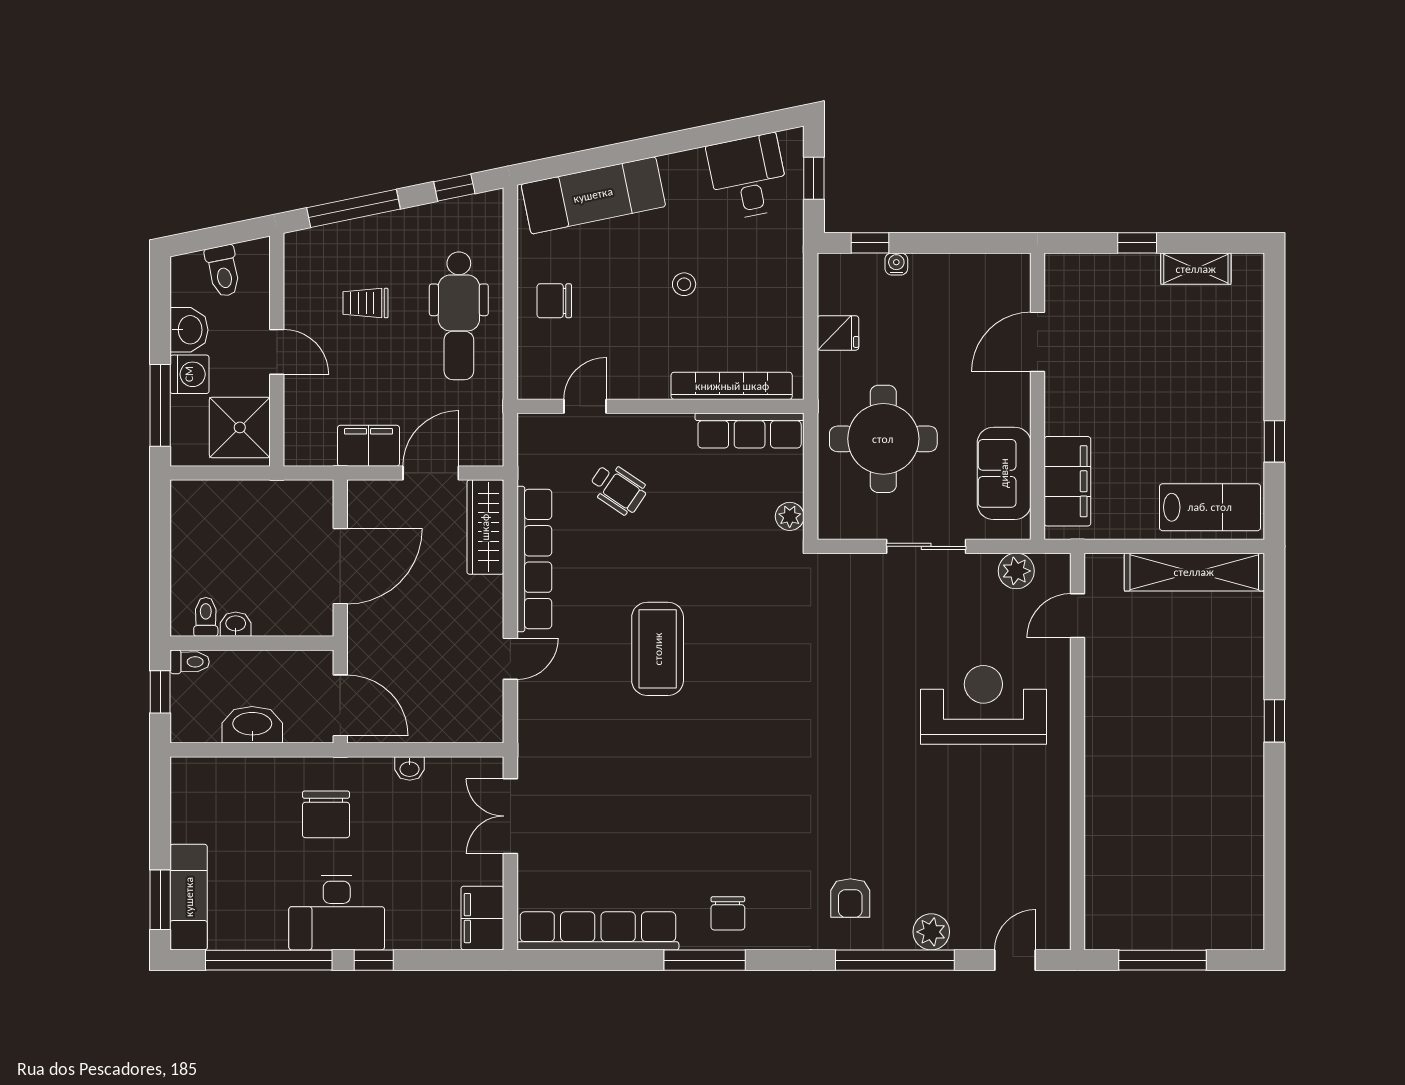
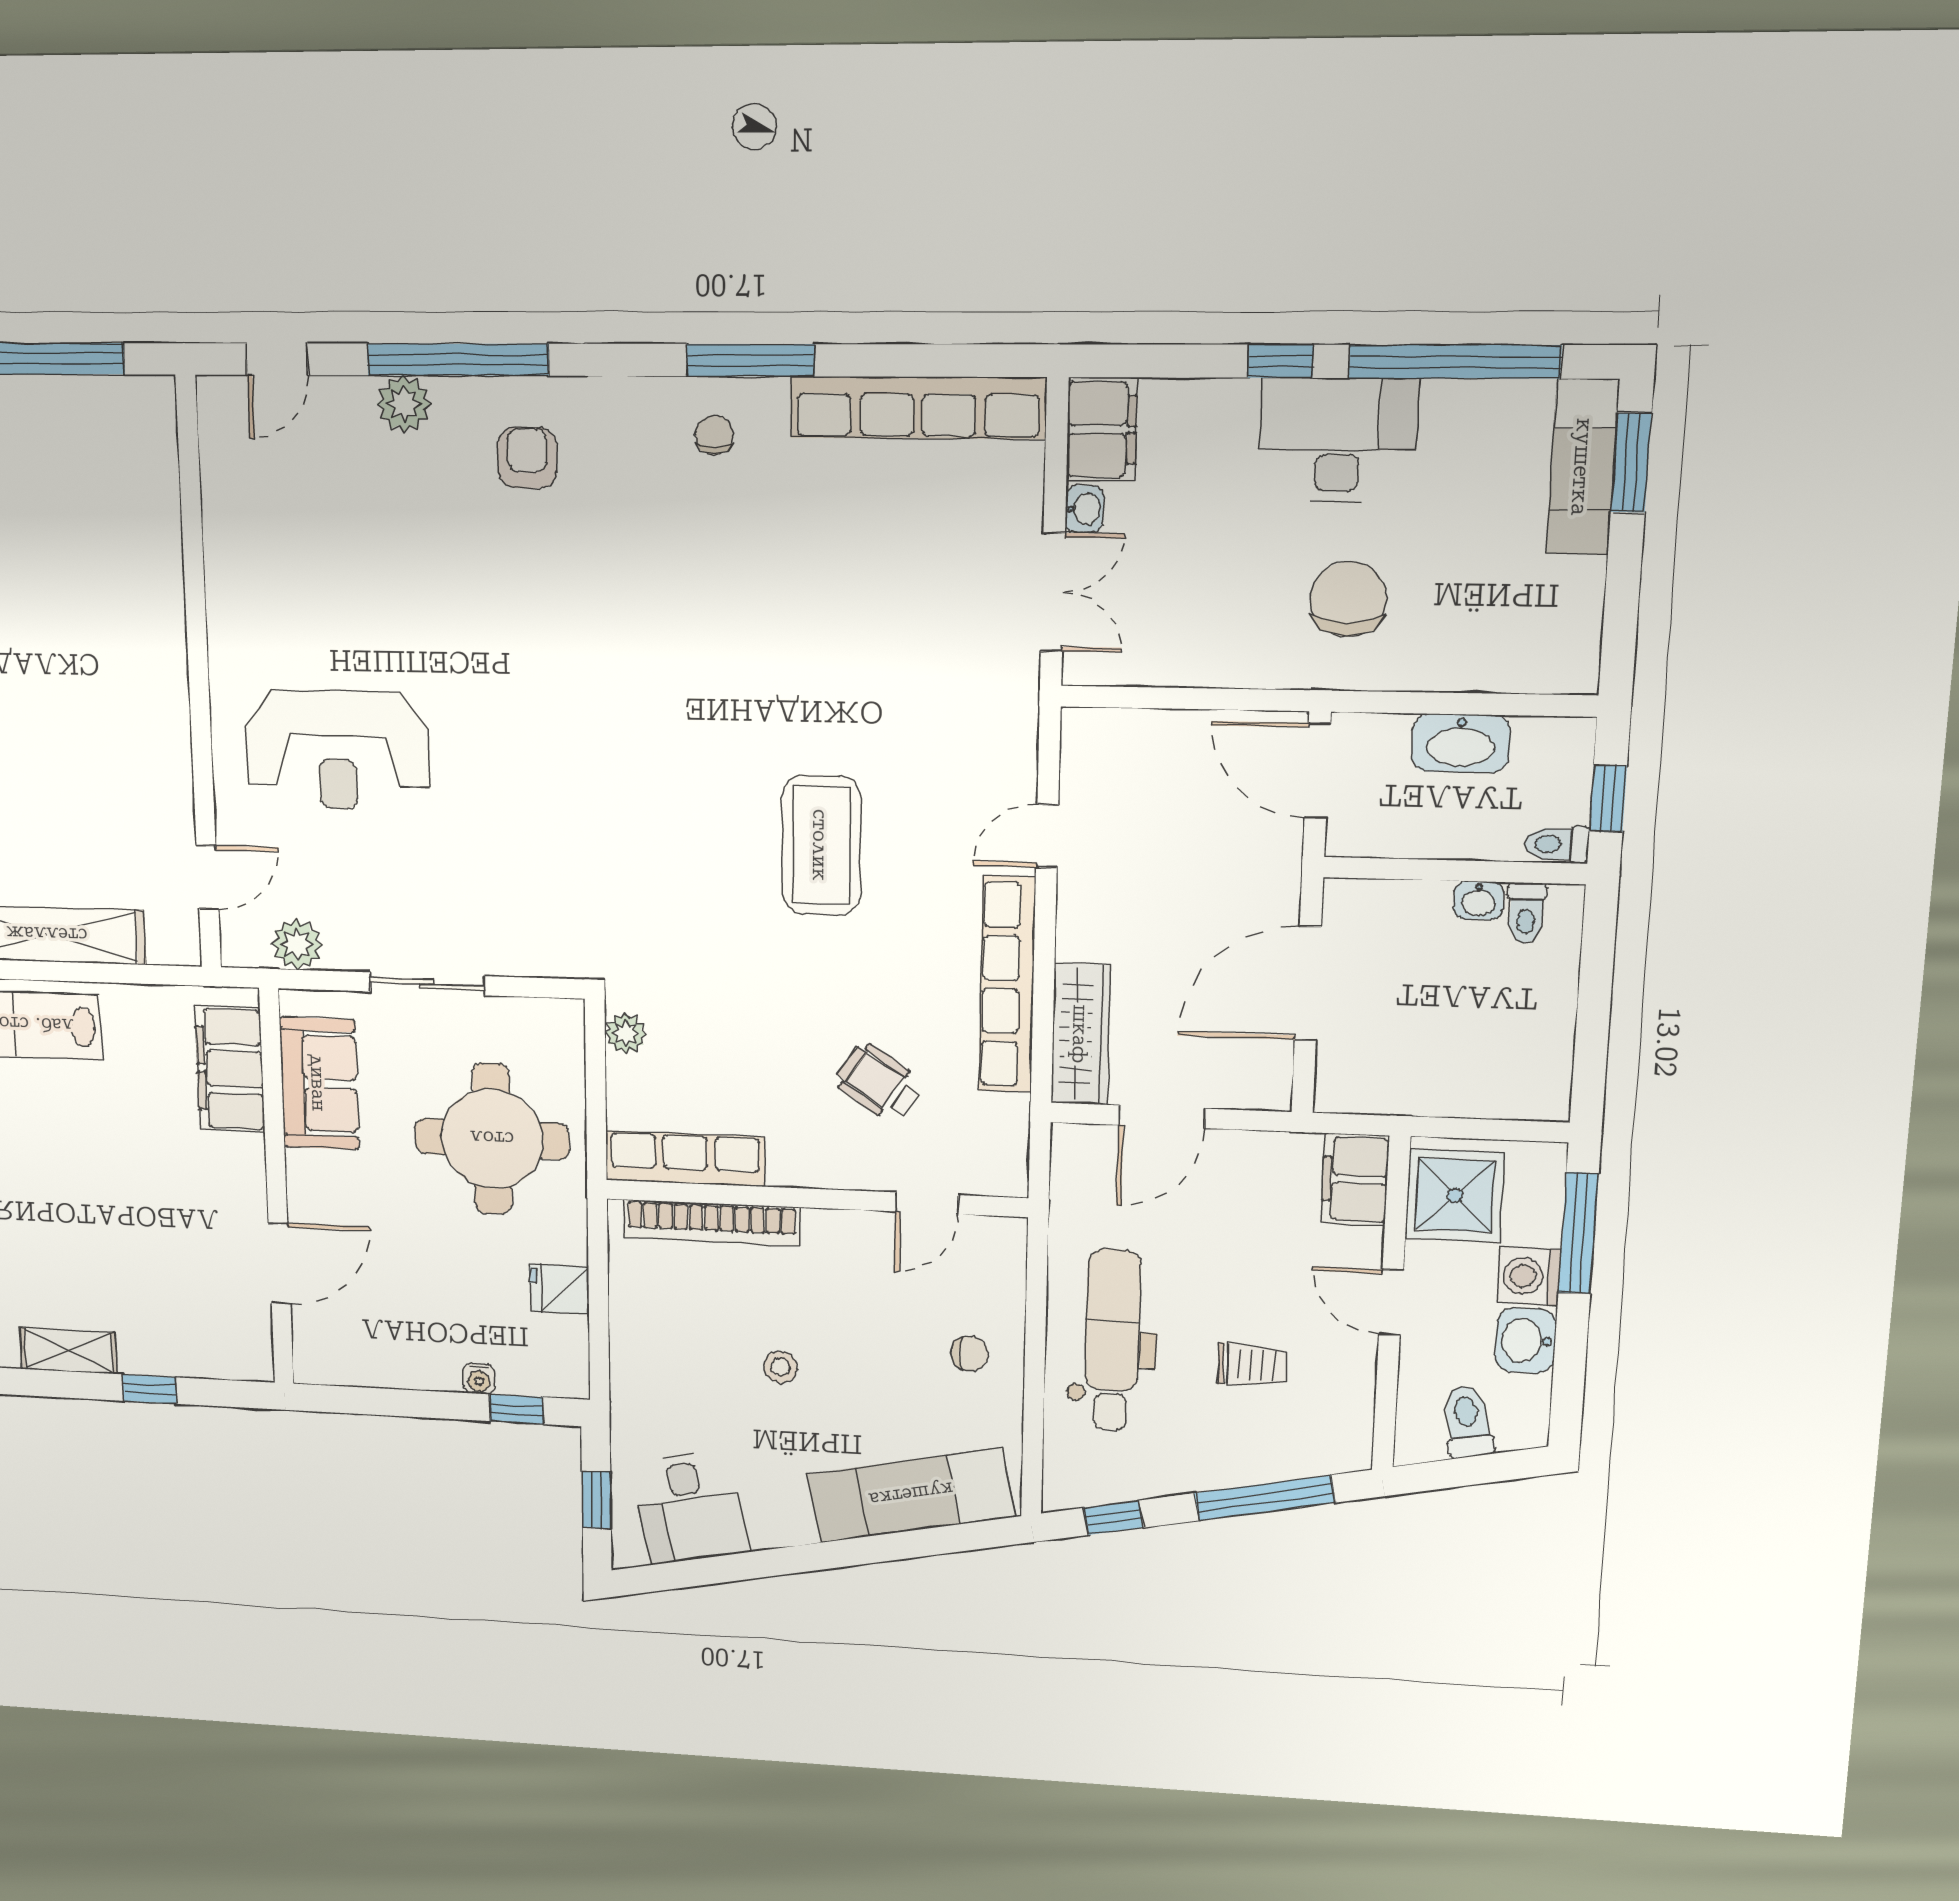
chair: (554, 301) -> (970, 1354), width x0.73, depth x0.73
filing cabinet: (368, 446) -> (1355, 1179), moved, turned 90
washbasin: (410, 768) -> (1084, 509), moved, turned 90
chair: (728, 913) -> (714, 435), width x0.73, depth x0.73

